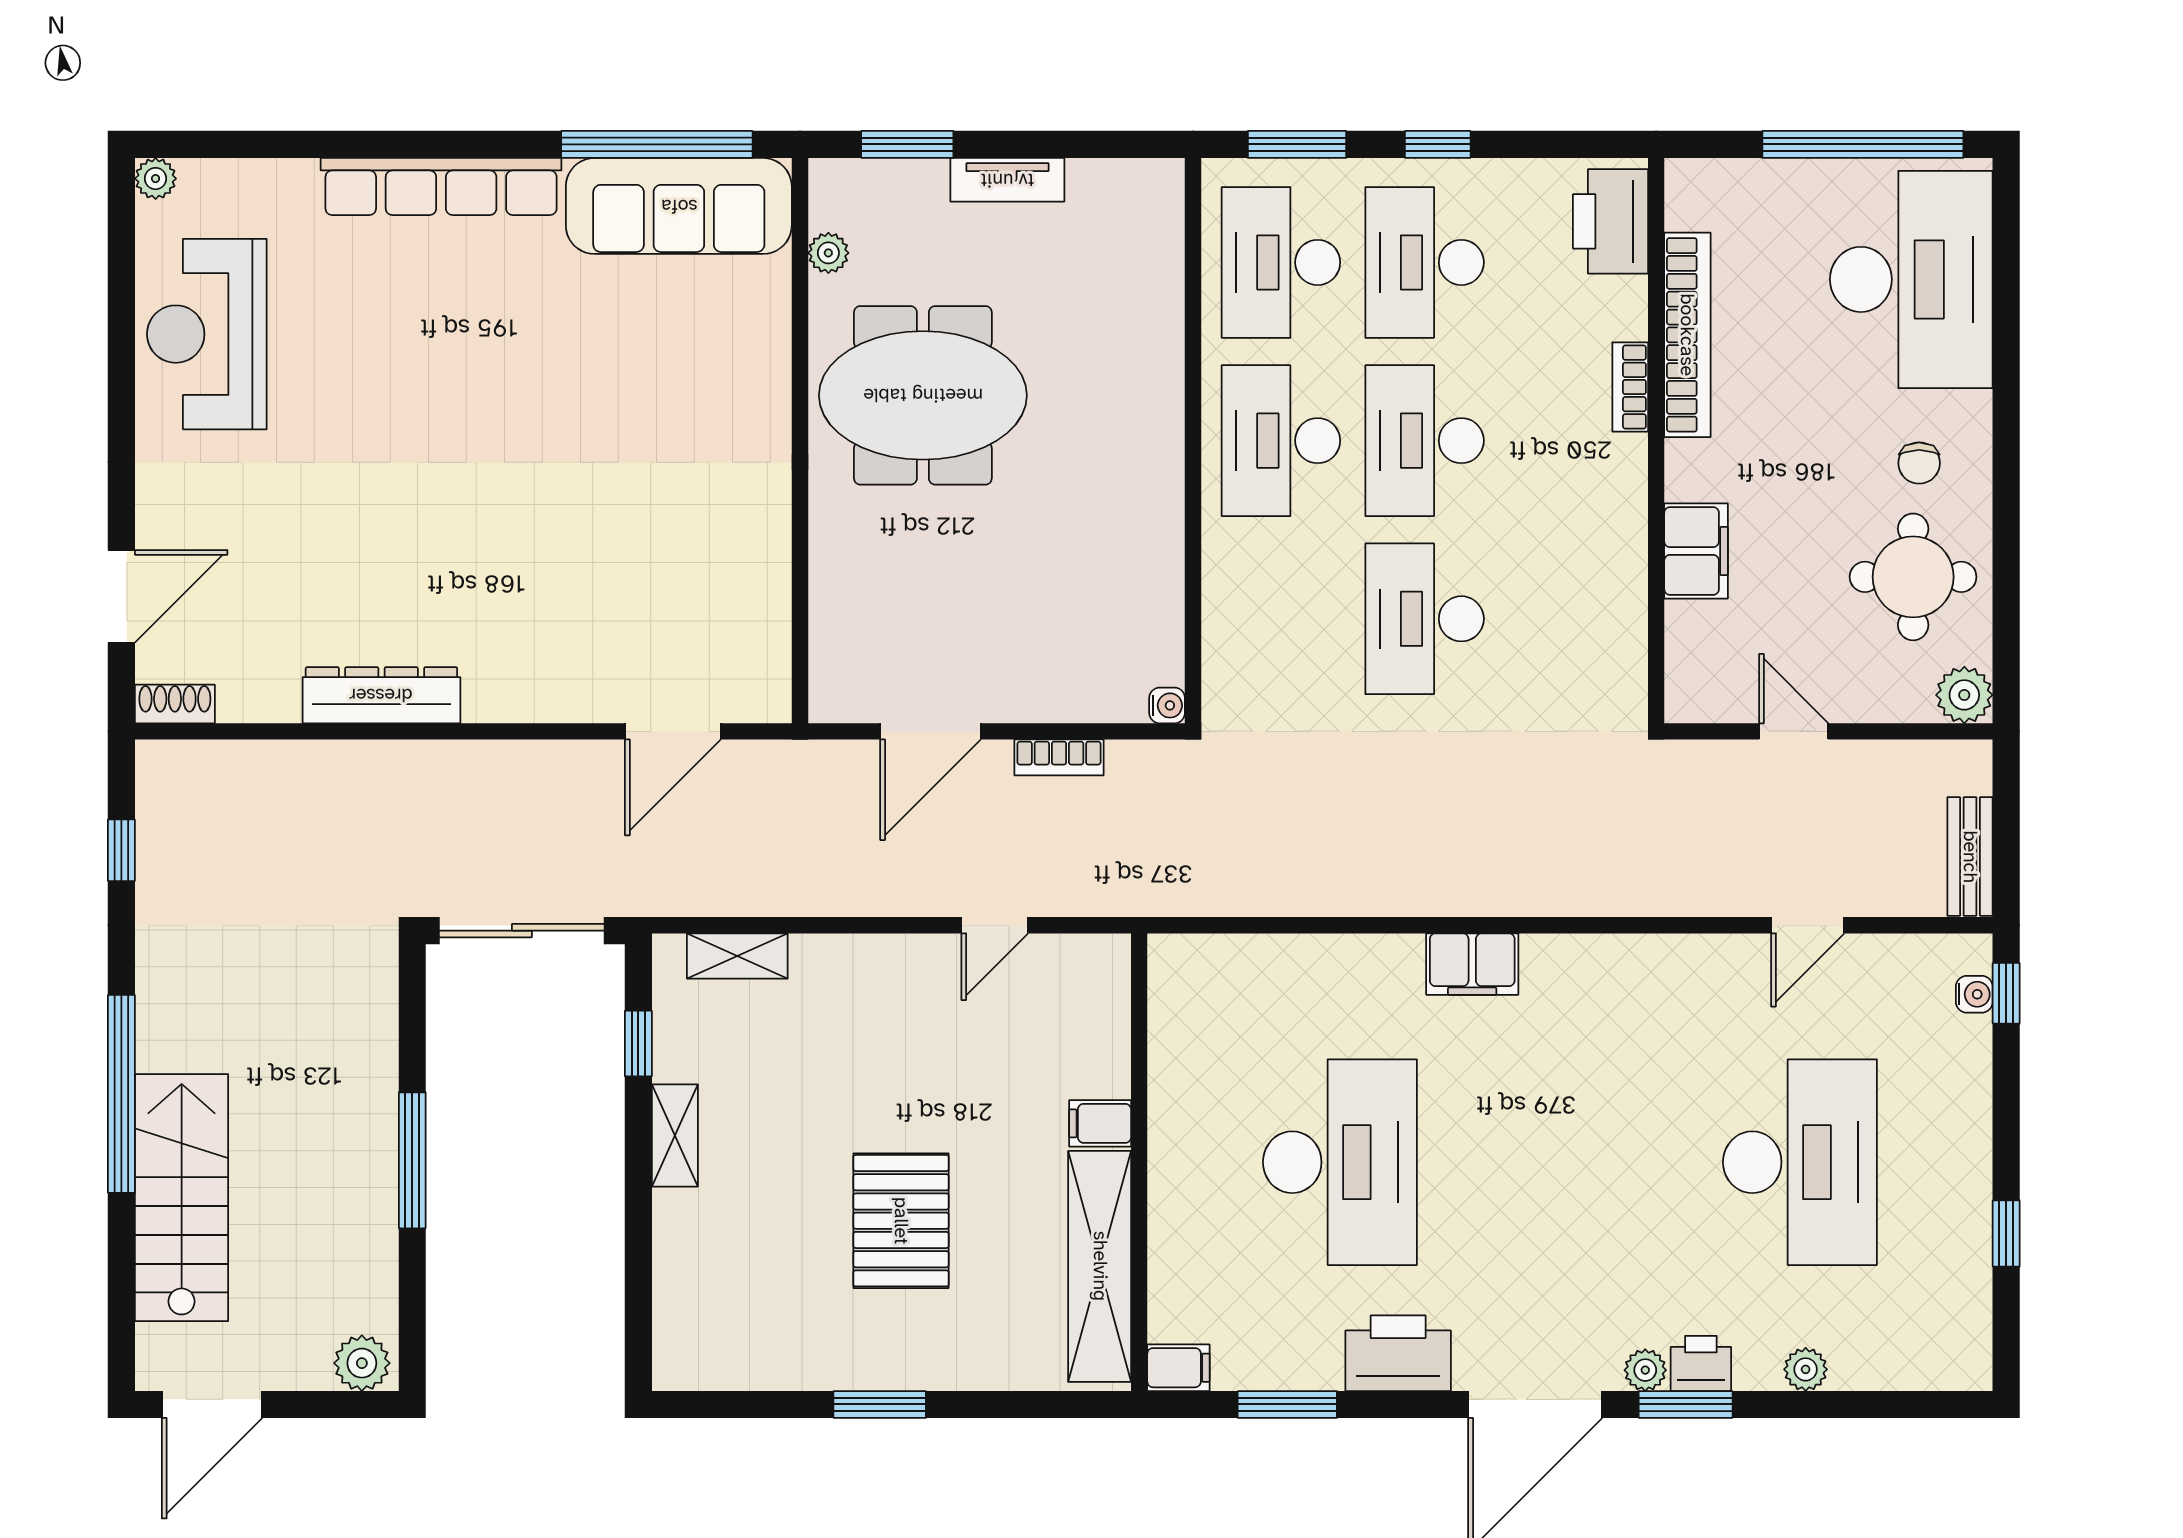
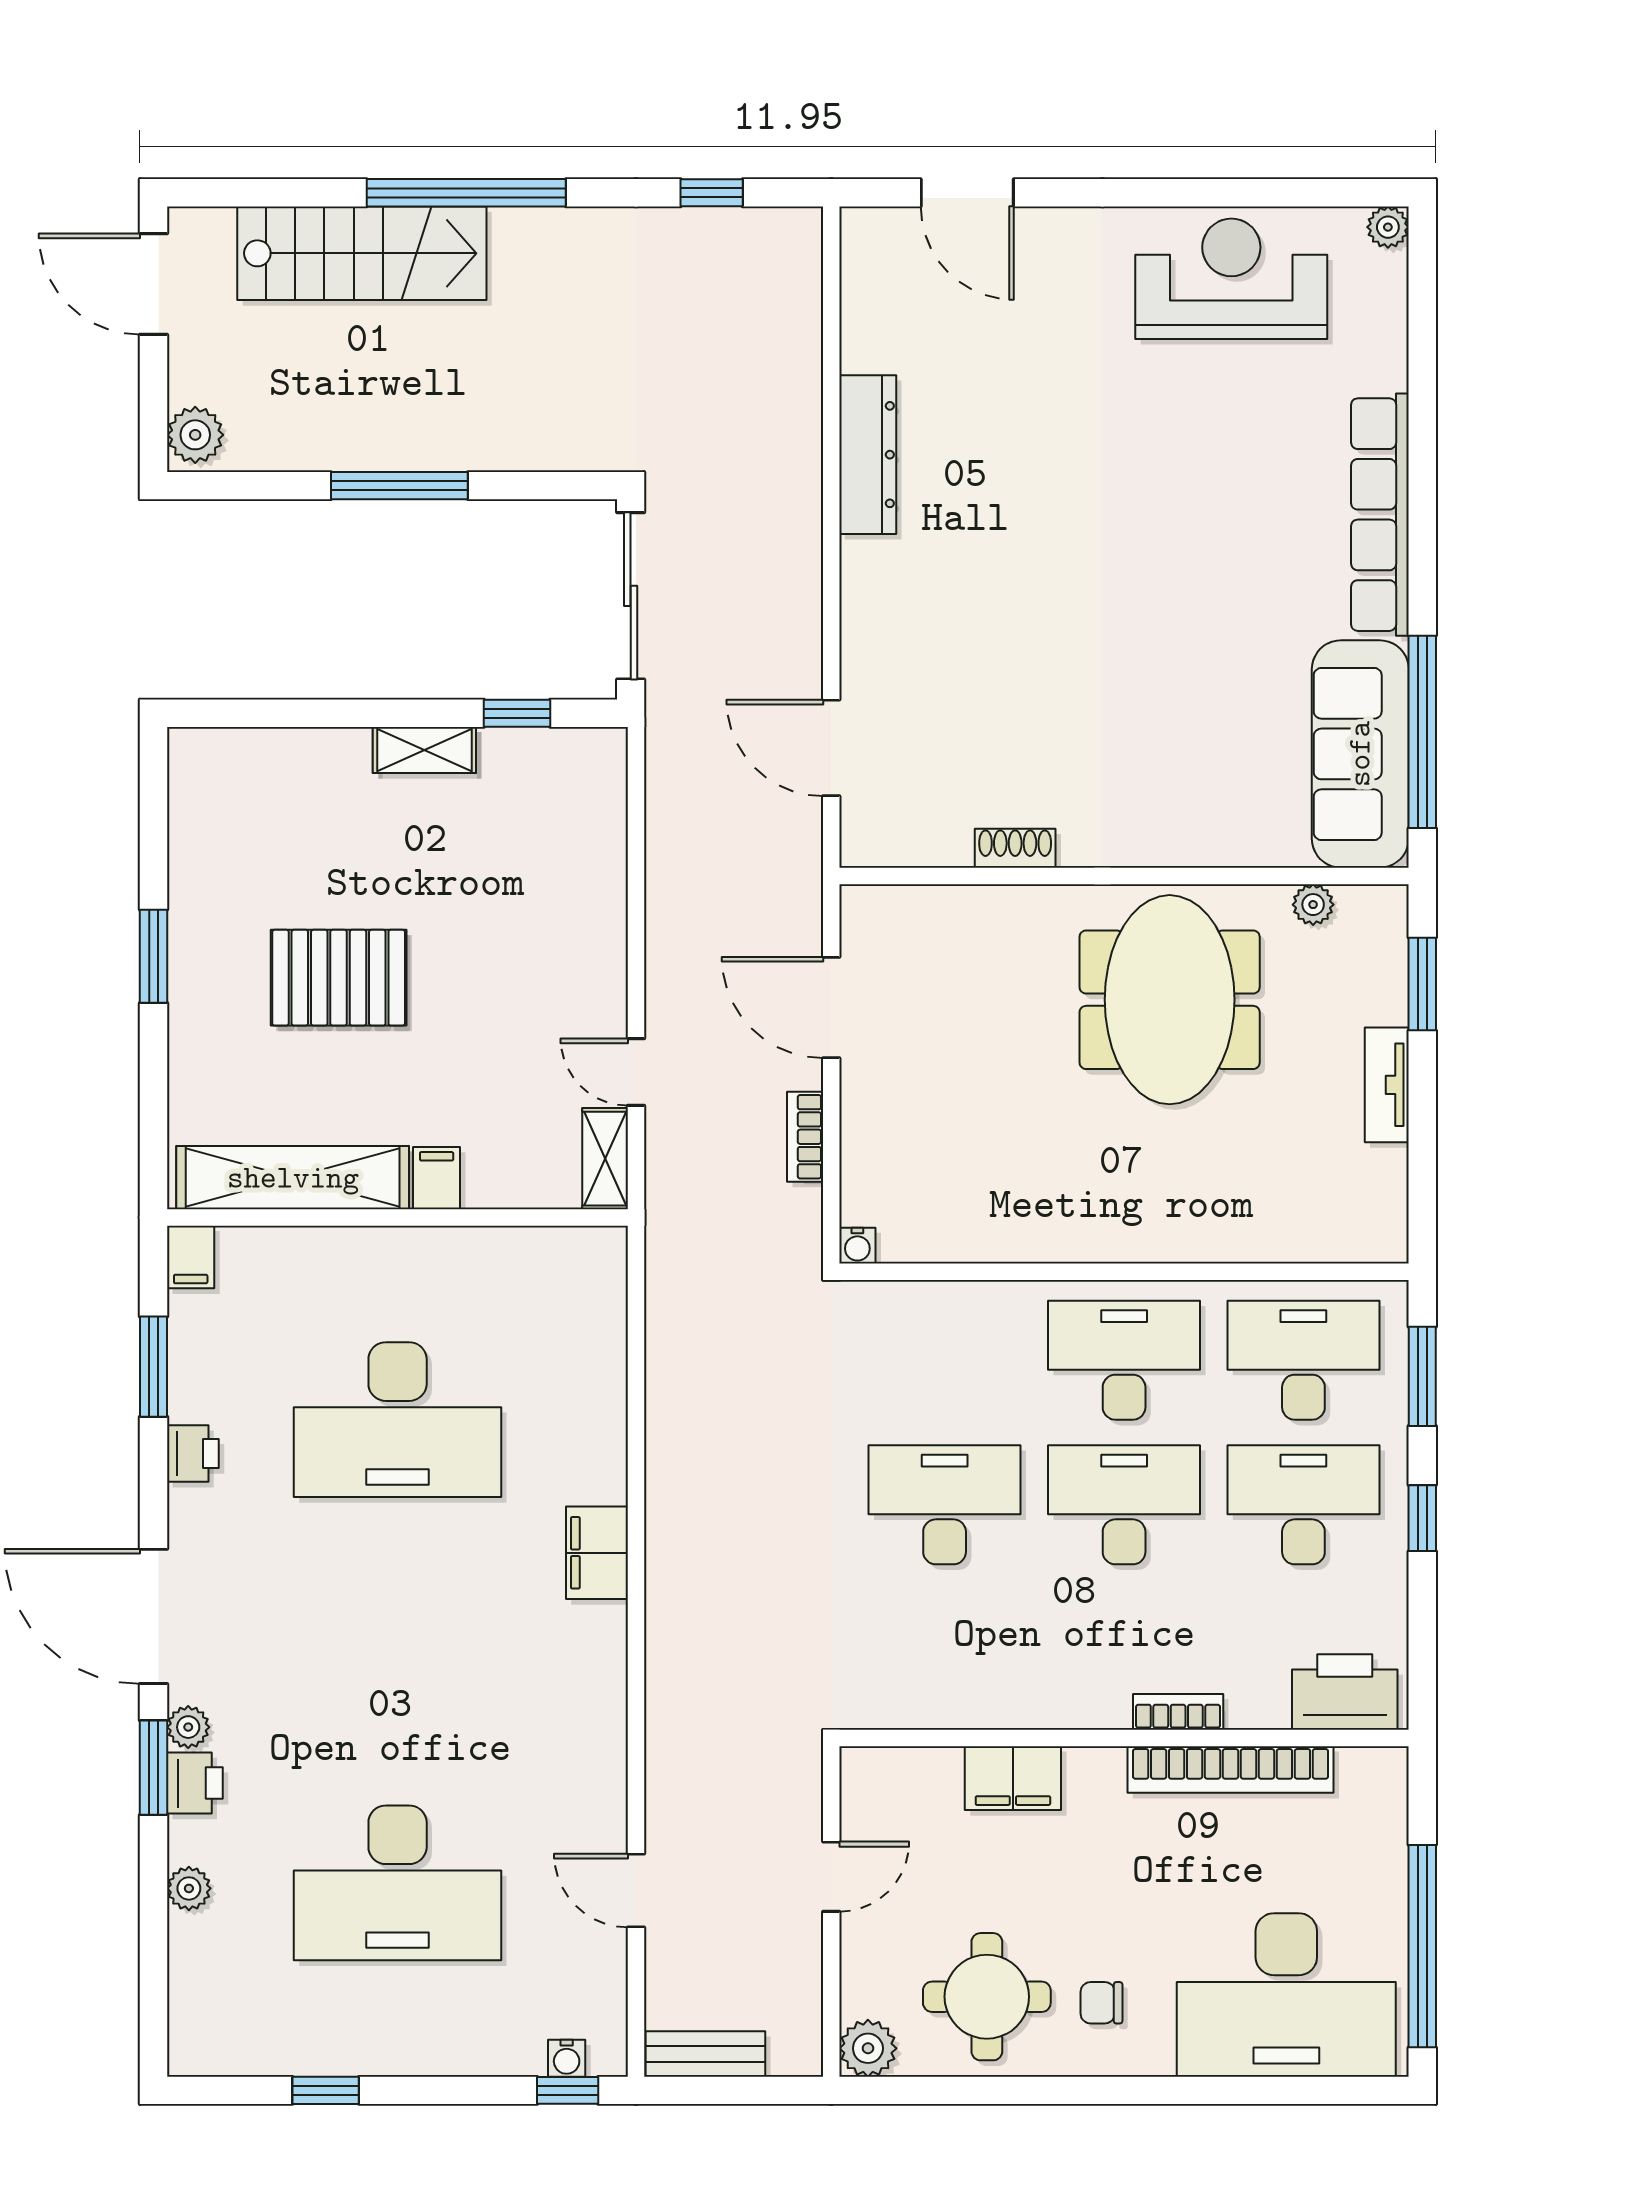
shoe rack: (175, 704) -> (1015, 848), moved, turned -90
shelving: (737, 956) -> (605, 1159), moved
printer: (1398, 1353) -> (193, 1454), width x0.53, depth x0.68

